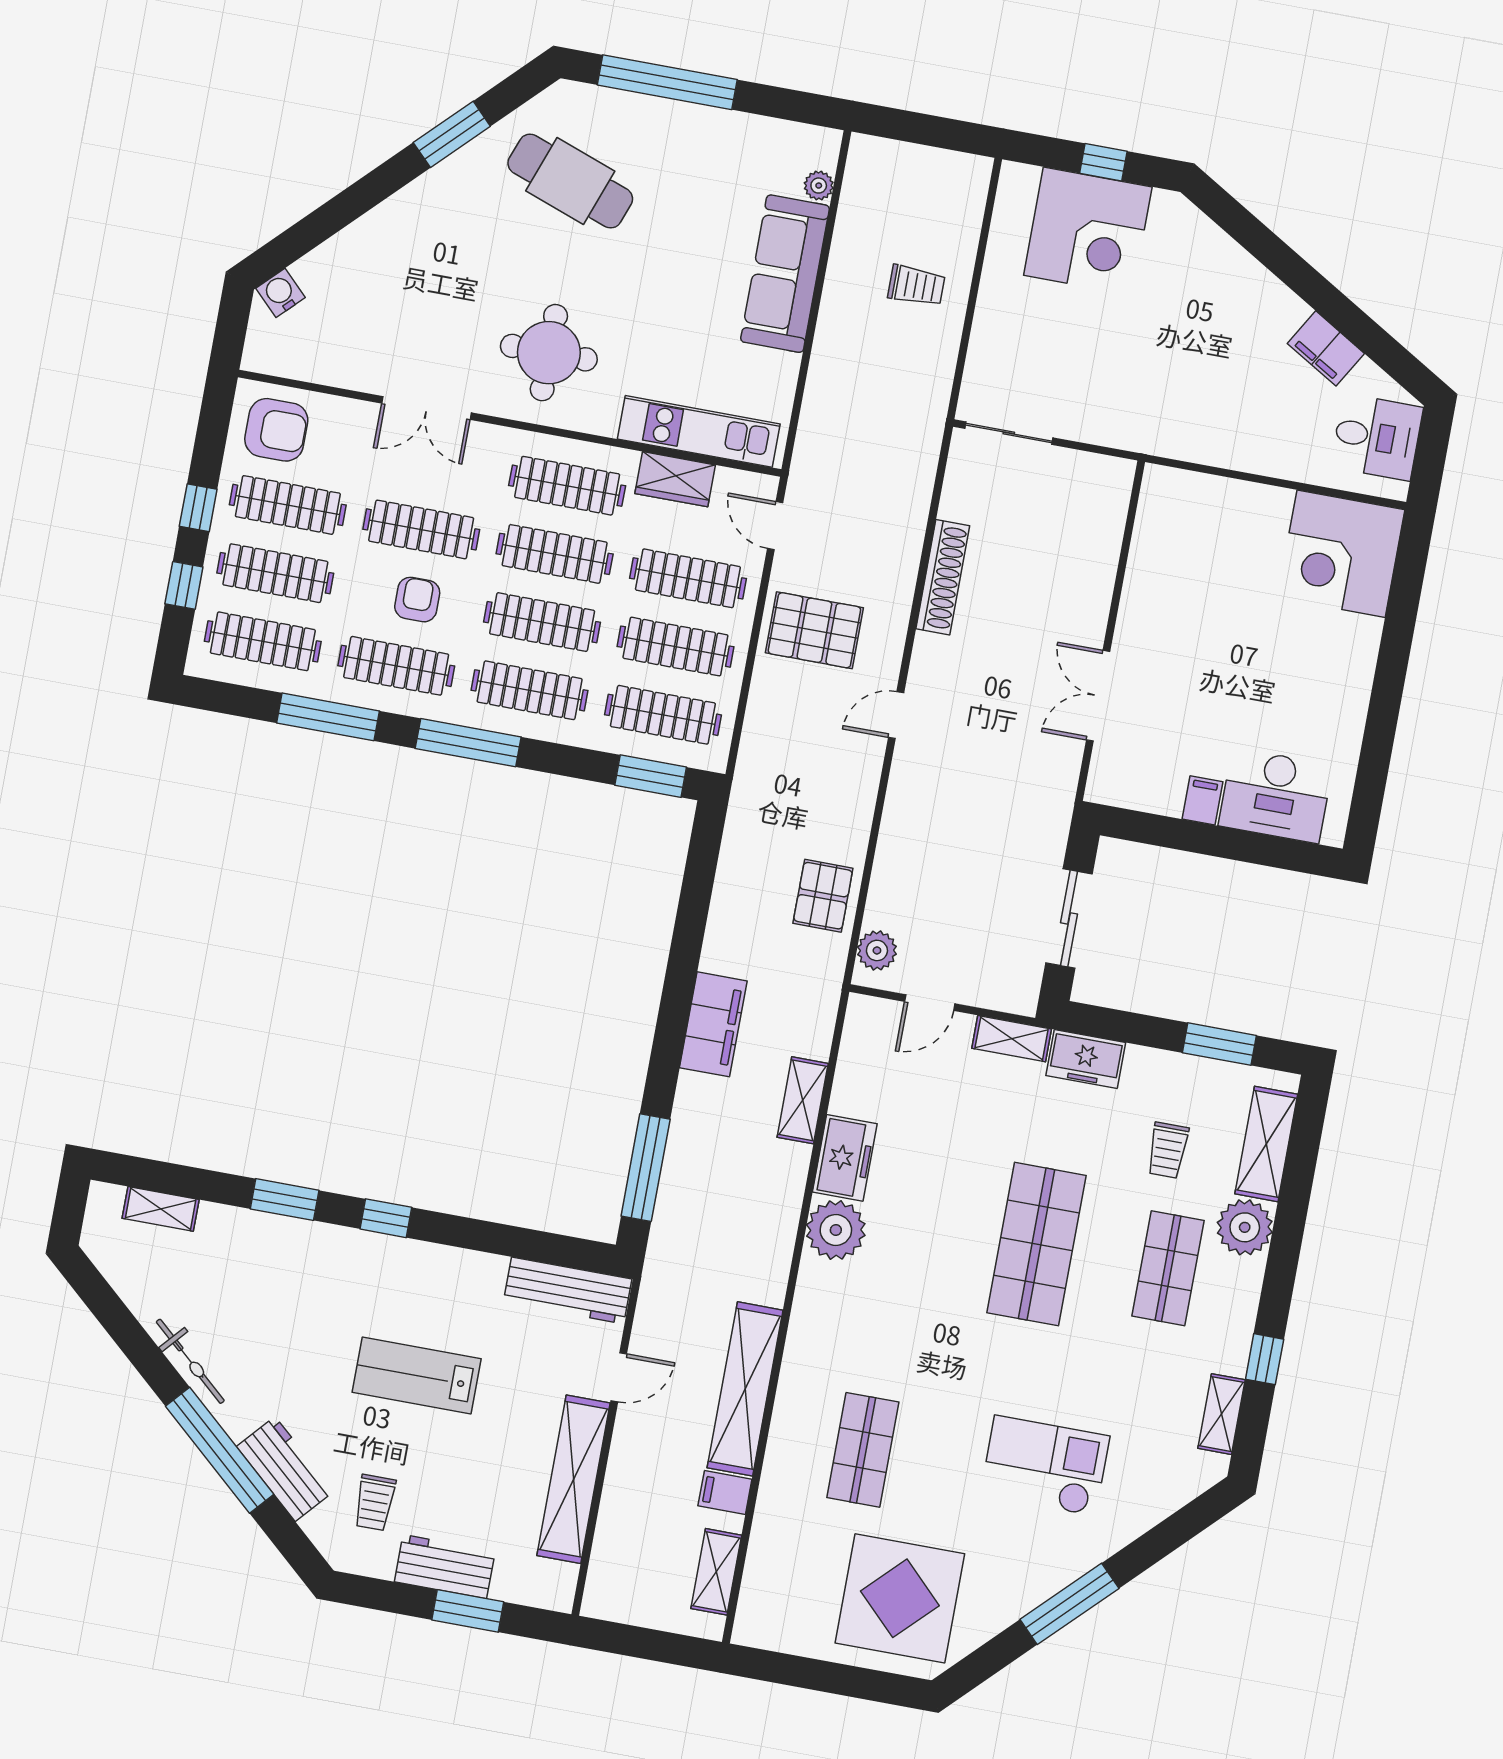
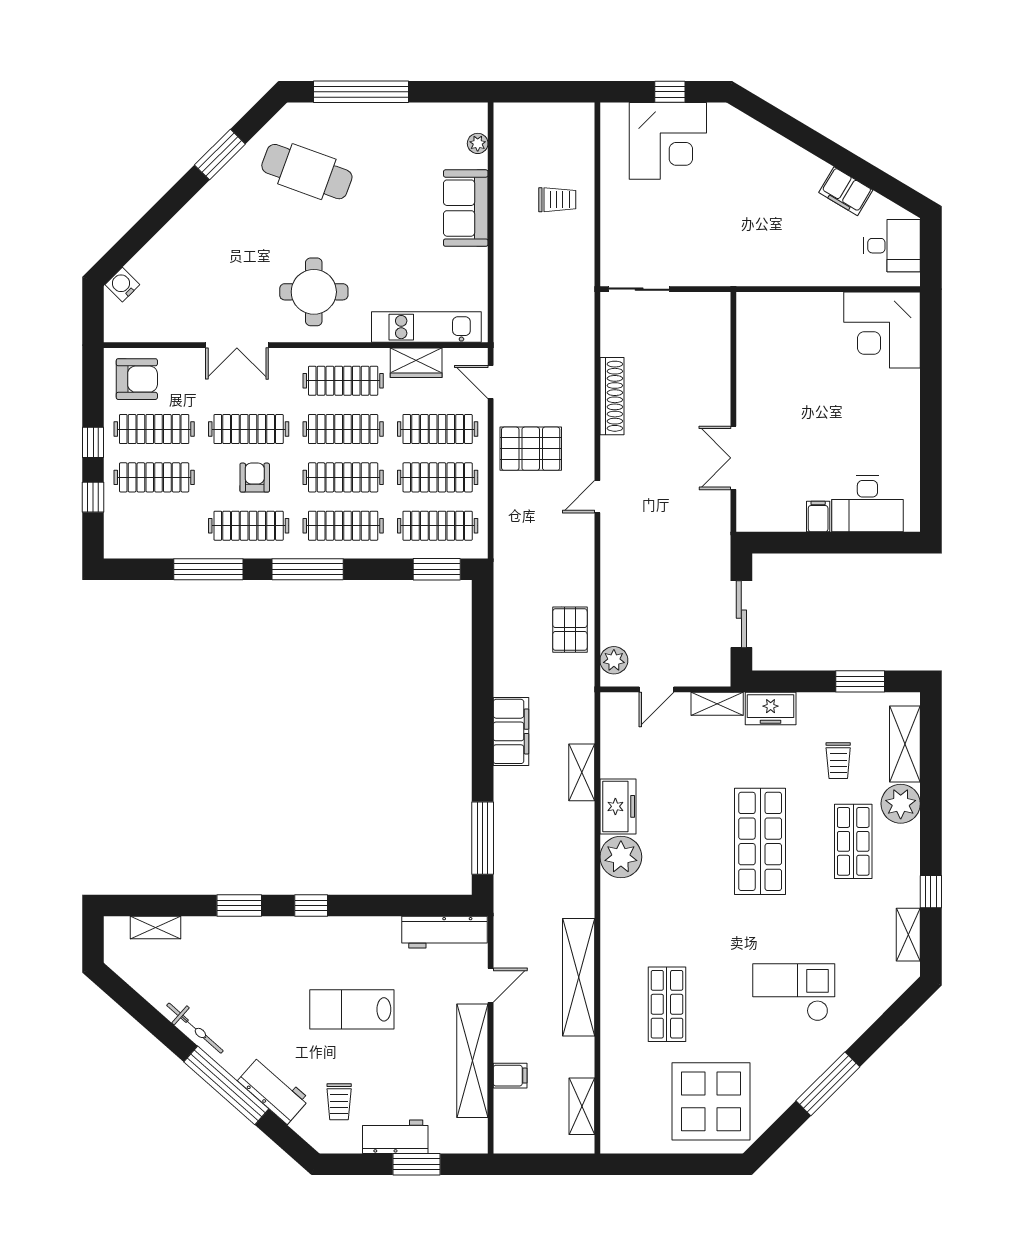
sofa: (785, 274) -> (466, 208), width x0.73
clothes rail: (263, 641) -> (154, 526), removed
filing cabinet: (725, 1493) -> (510, 1076), moved, turned 180

